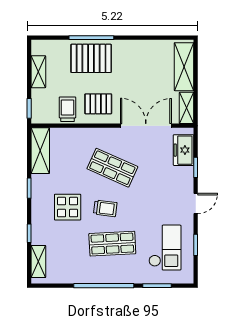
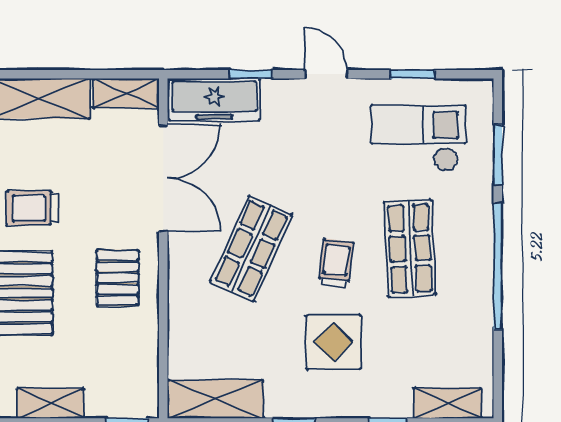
trolley: (67, 109) -> (32, 208), moved
double door: (146, 126) -> (163, 178), swing flipped
freezer: (184, 150) -> (214, 99), width x1.40

